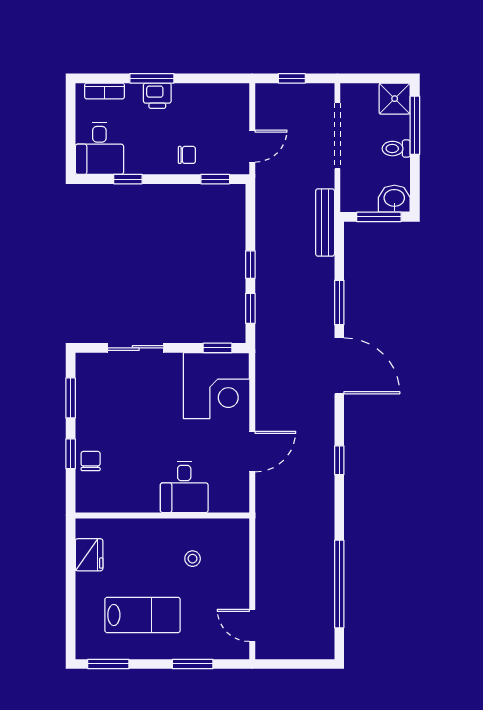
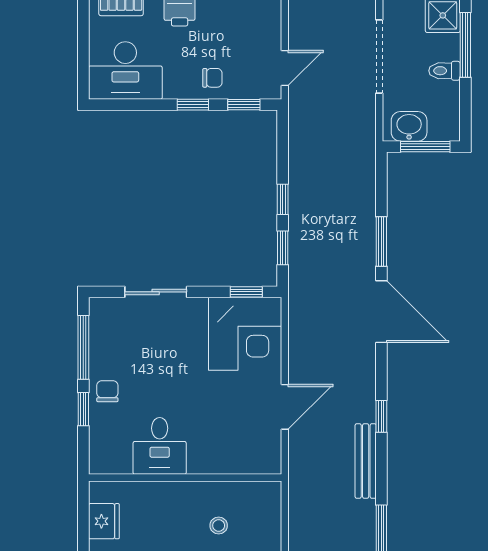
desk: (99, 148) -> (125, 70), width x1.37
window: (128, 179) -> (193, 105), moved
washbasin: (394, 199) -> (409, 126), moved
bench: (325, 222) -> (366, 461), moved
window: (71, 398) -> (83, 347), width x1.44
chair: (91, 461) -> (107, 391), moved
desk: (184, 487) -> (160, 446), moved

